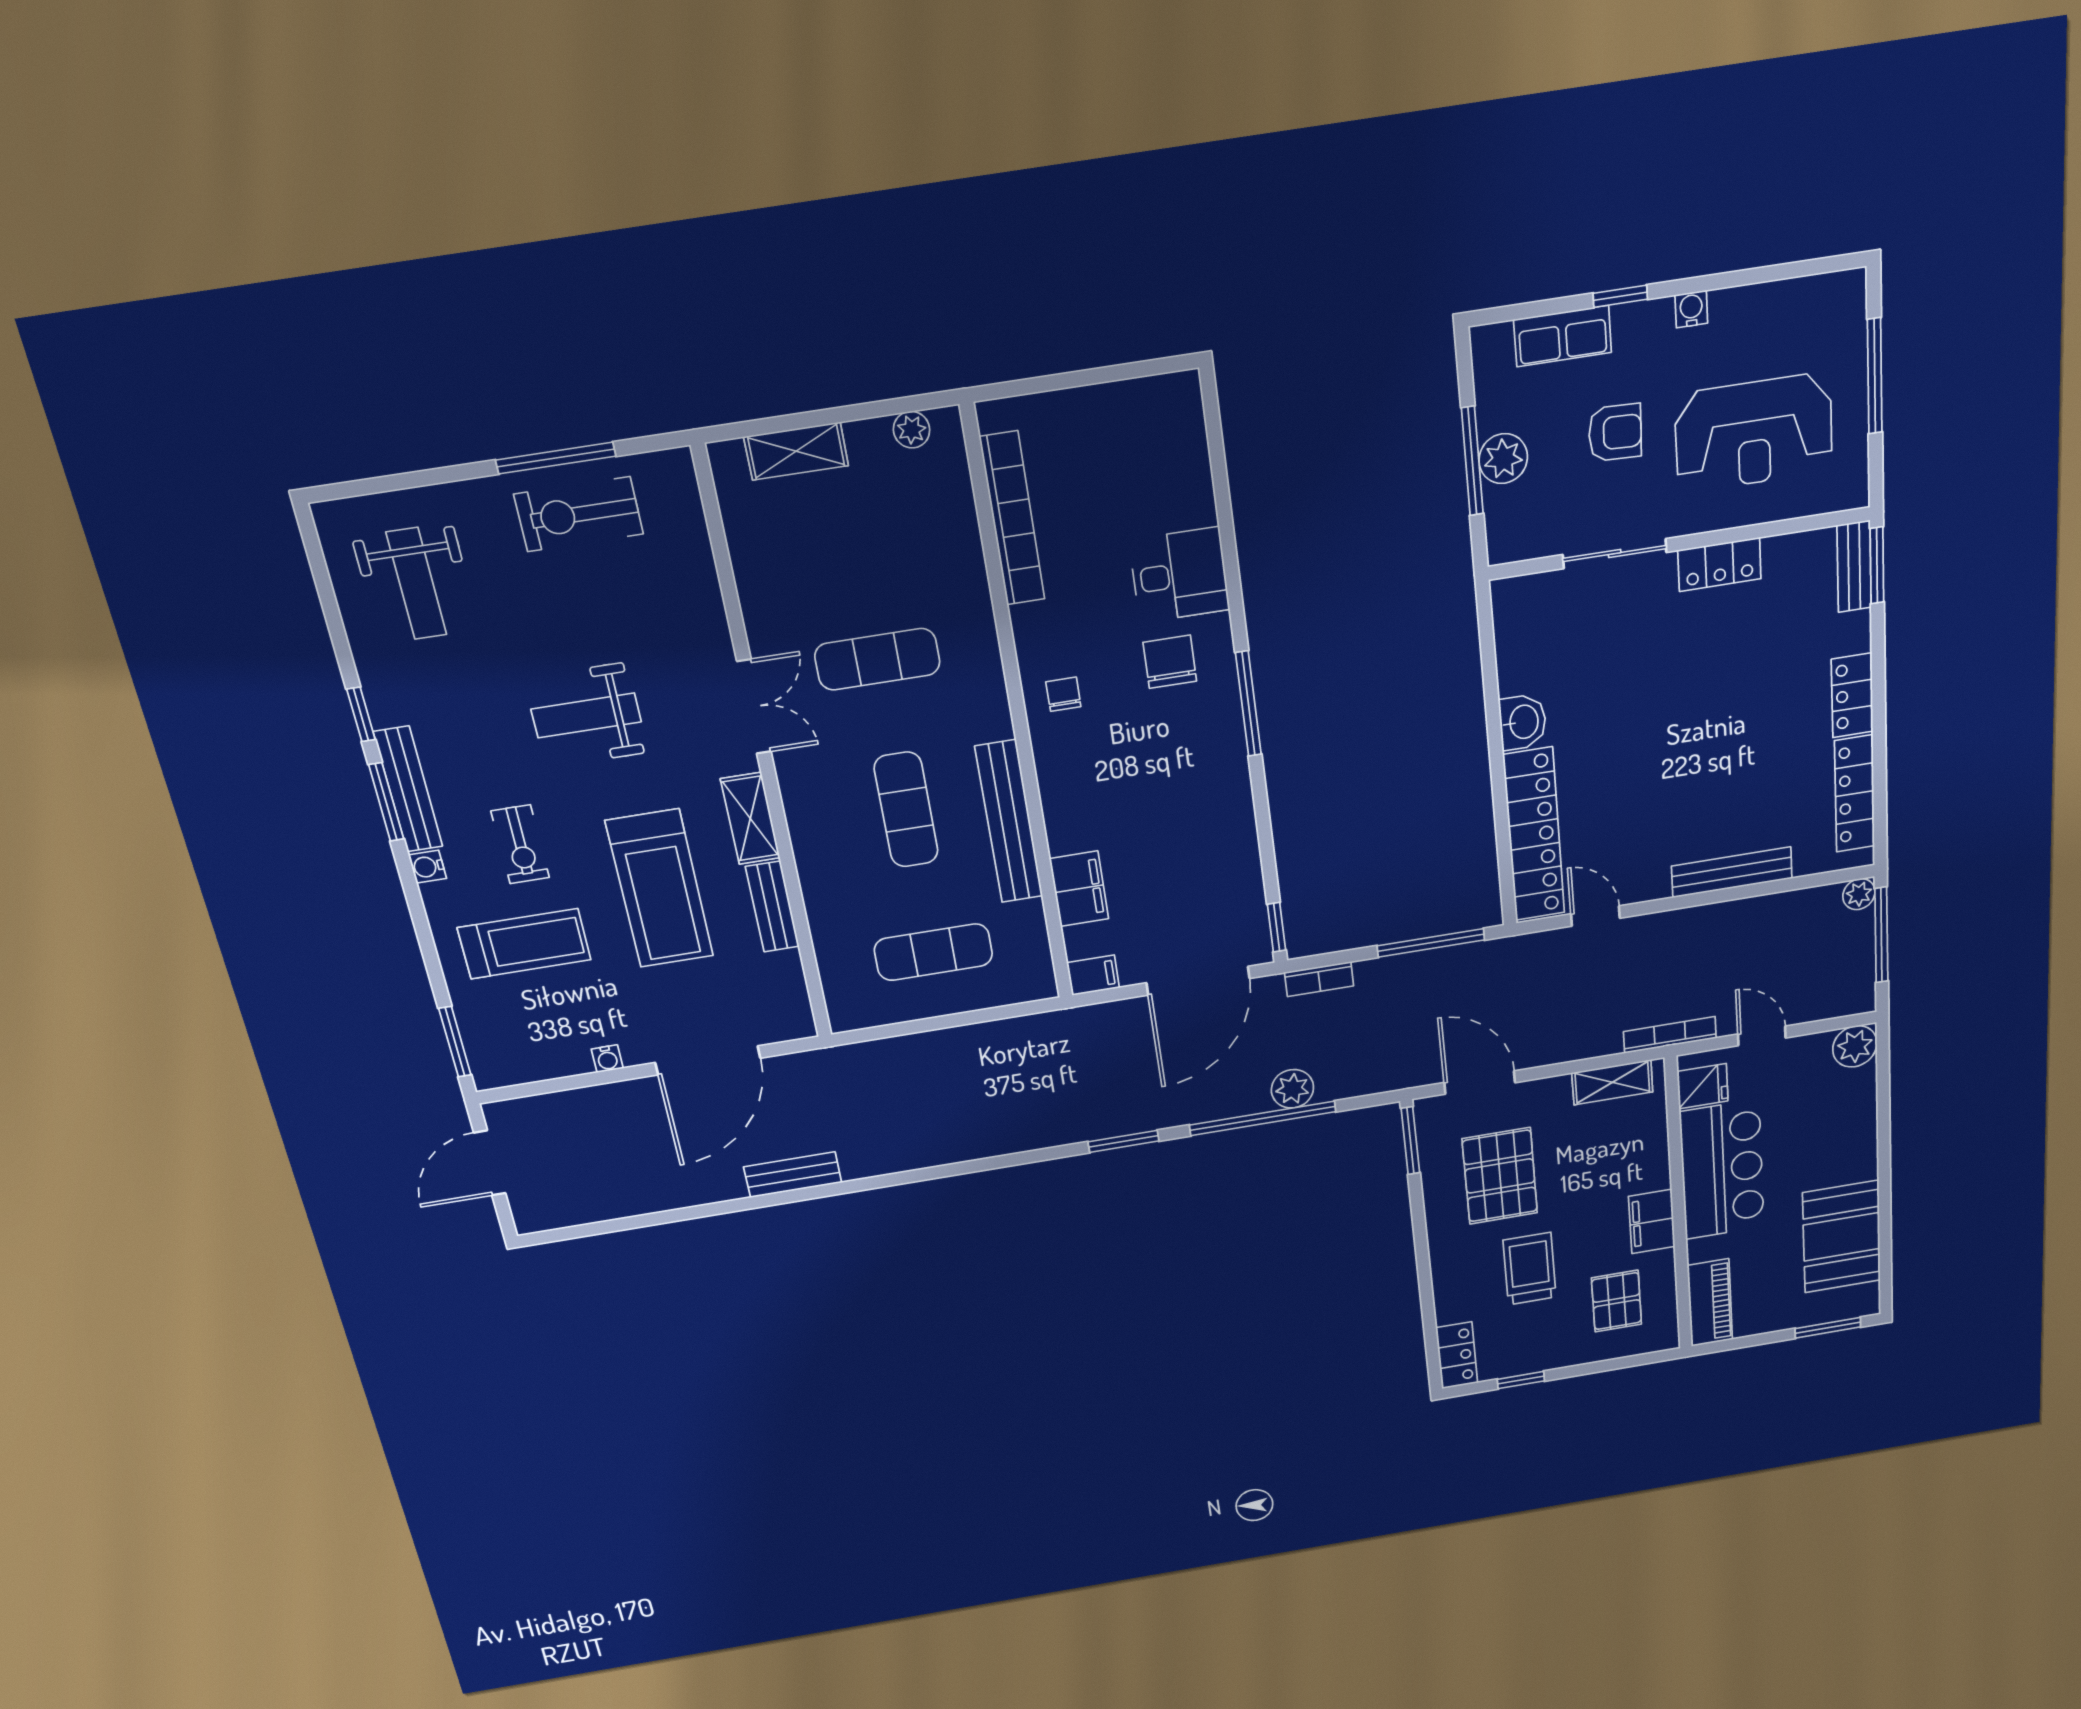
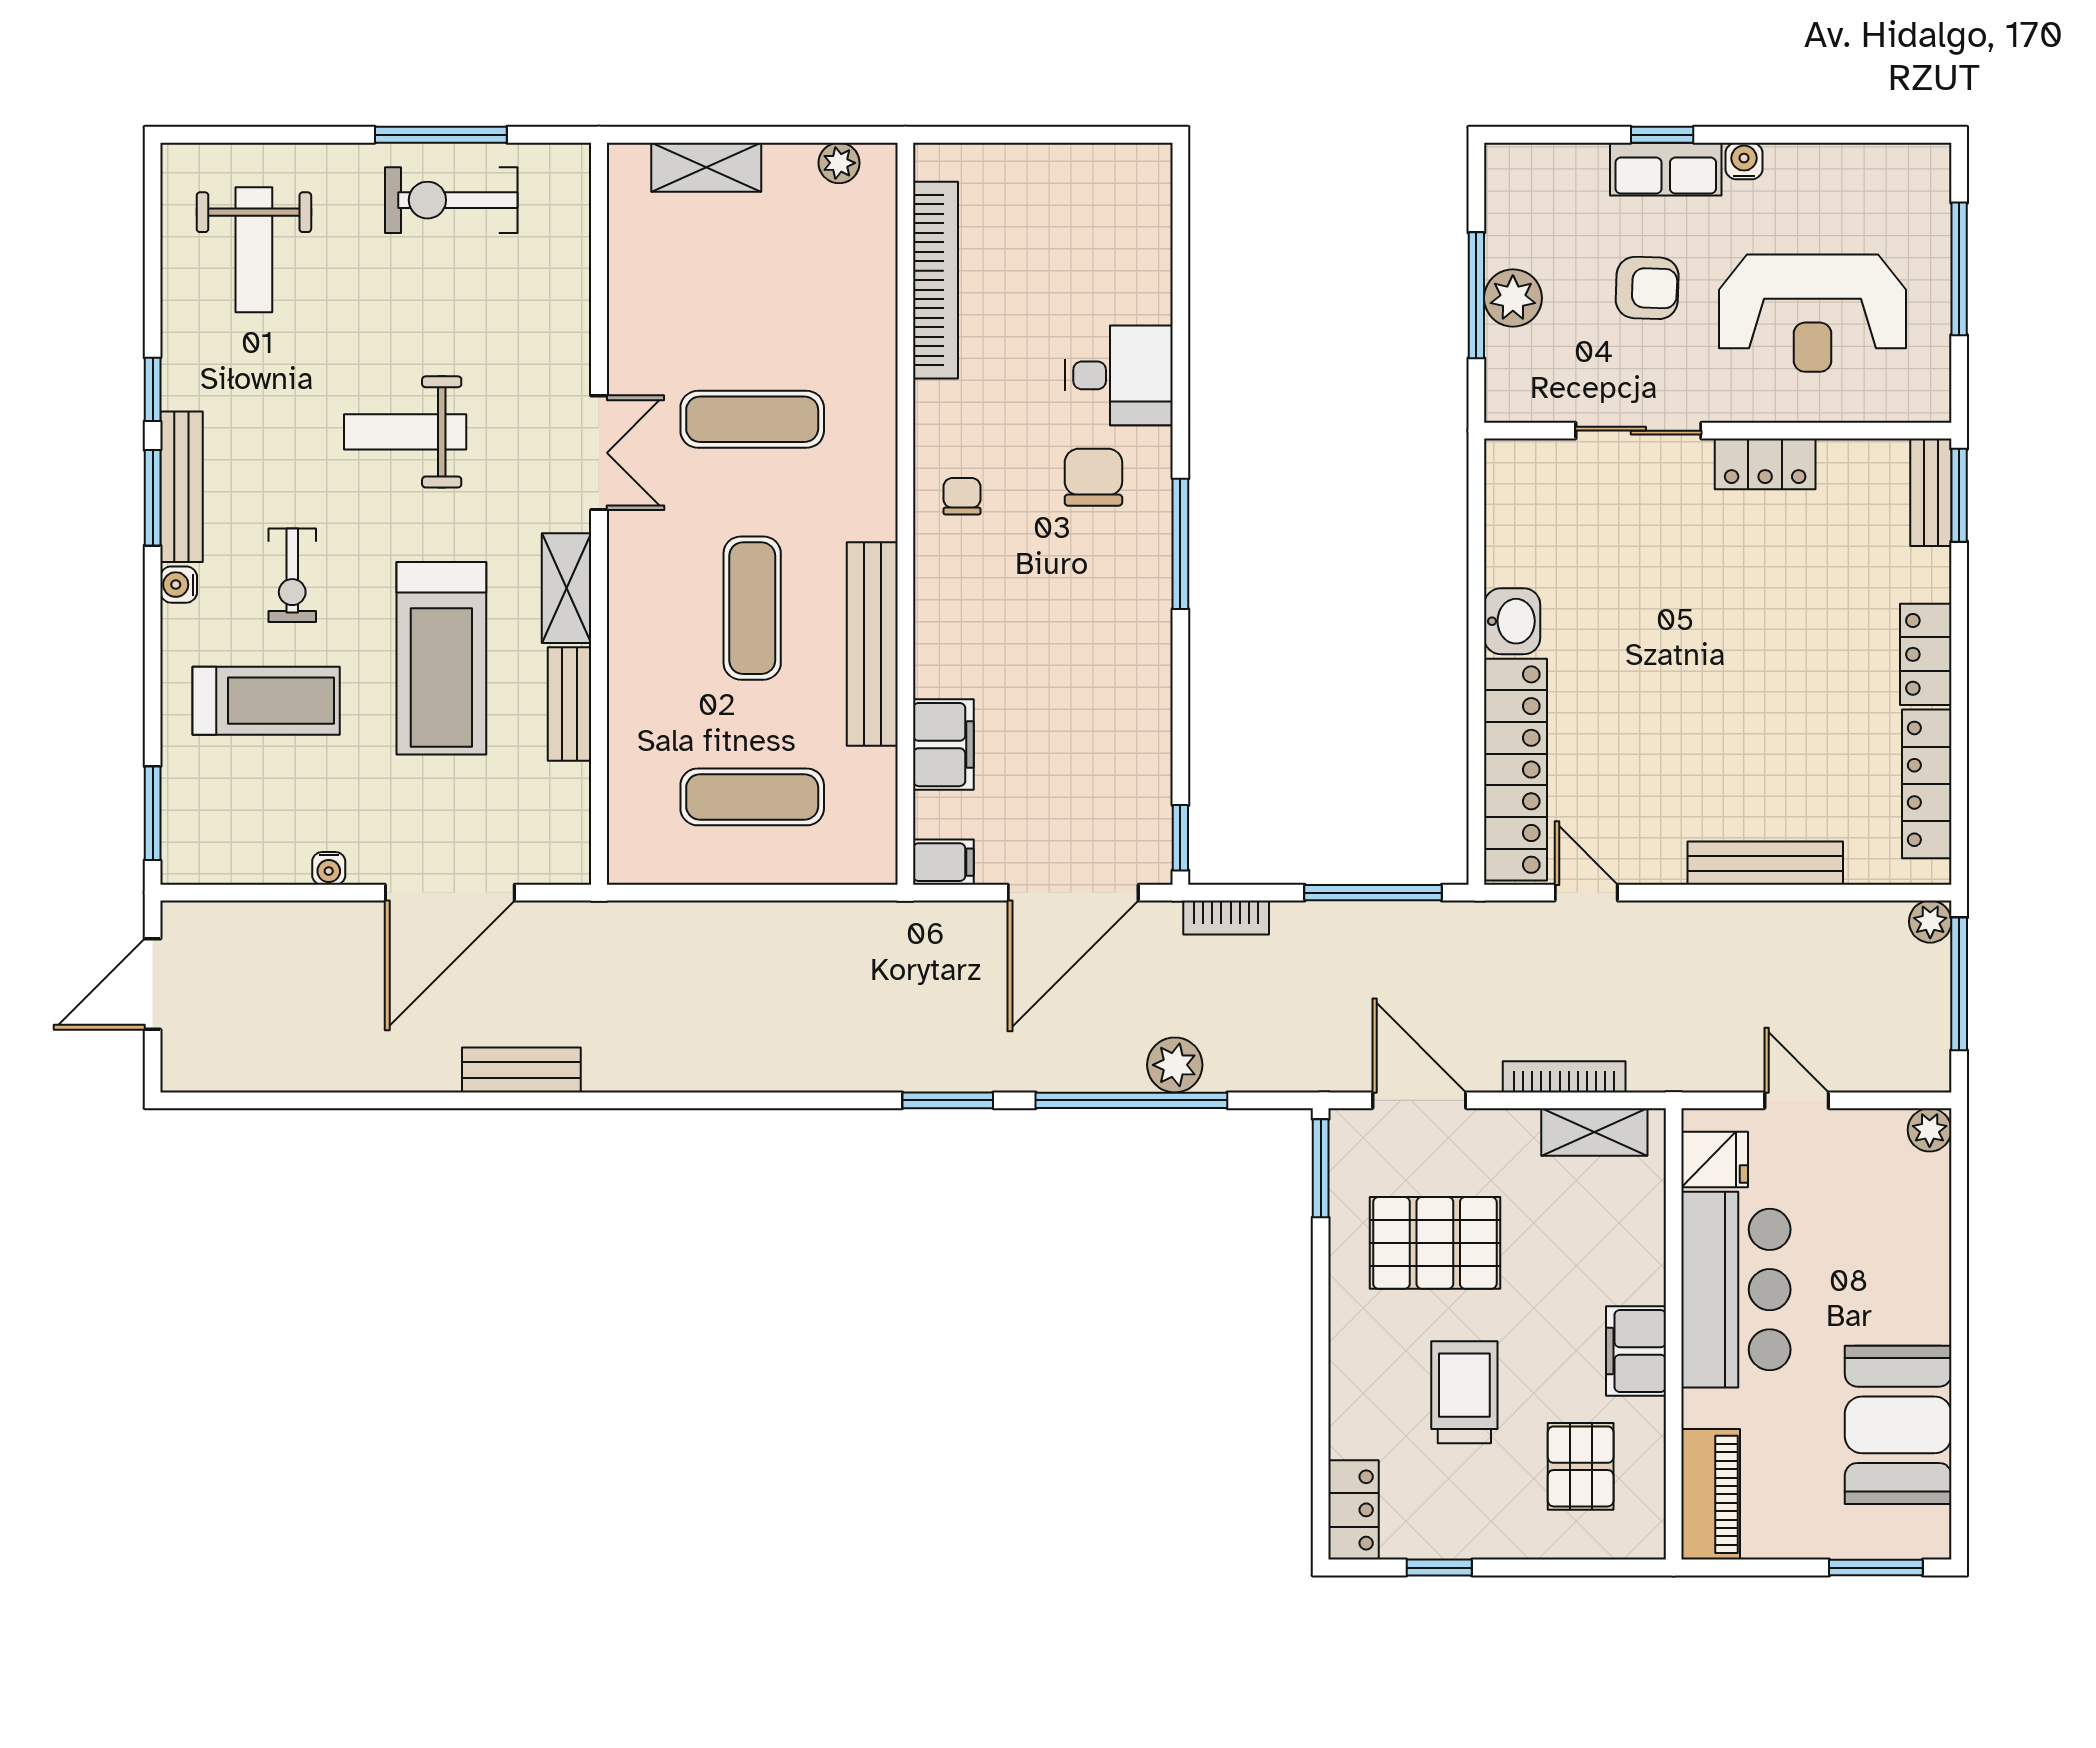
row of seats: (1563, 336) -> (1666, 169), moved
bookcase: (1670, 1035) -> (1564, 1077), moved
plant: (1855, 1046) -> (1930, 1130), width x0.73, depth x0.73
pallet: (1500, 1176) -> (1435, 1243), turned 90

